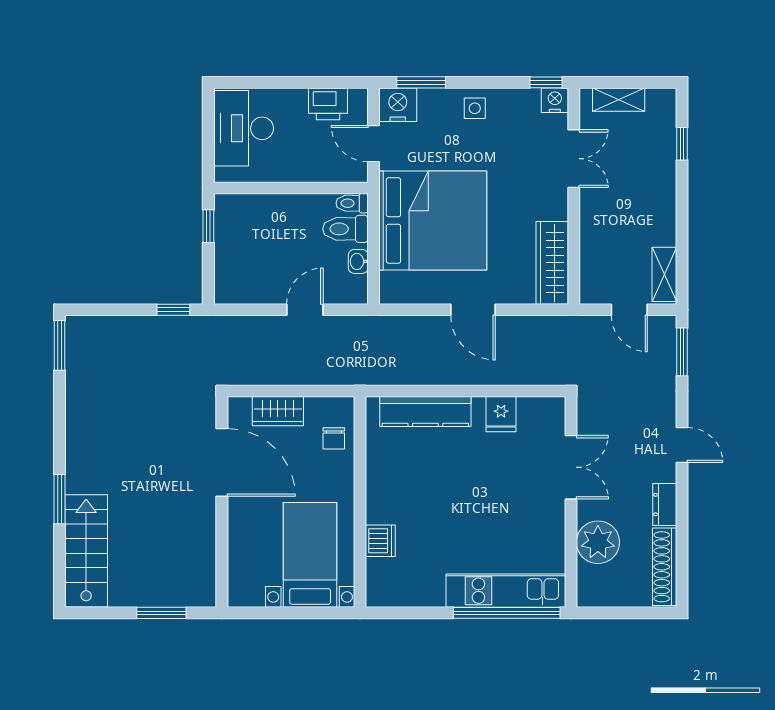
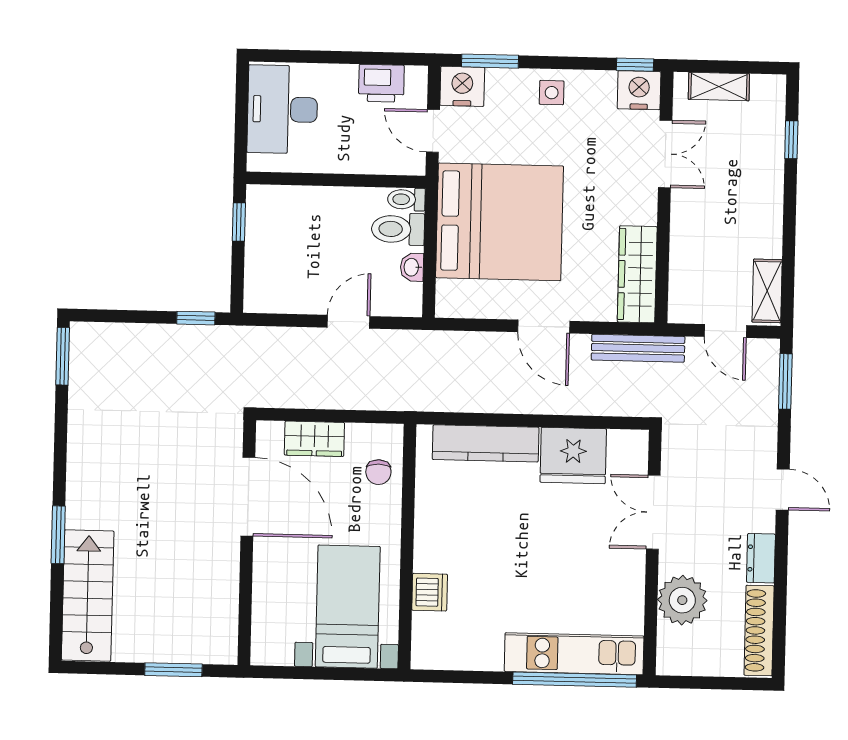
nightstand: (555, 100) -> (639, 90), width x1.36, depth x1.33
bench: (555, 326) -> (638, 348), added
fridge: (501, 414) -> (573, 455), width x1.88, depth x1.34
double door: (571, 467) -> (653, 512), swing flipped

